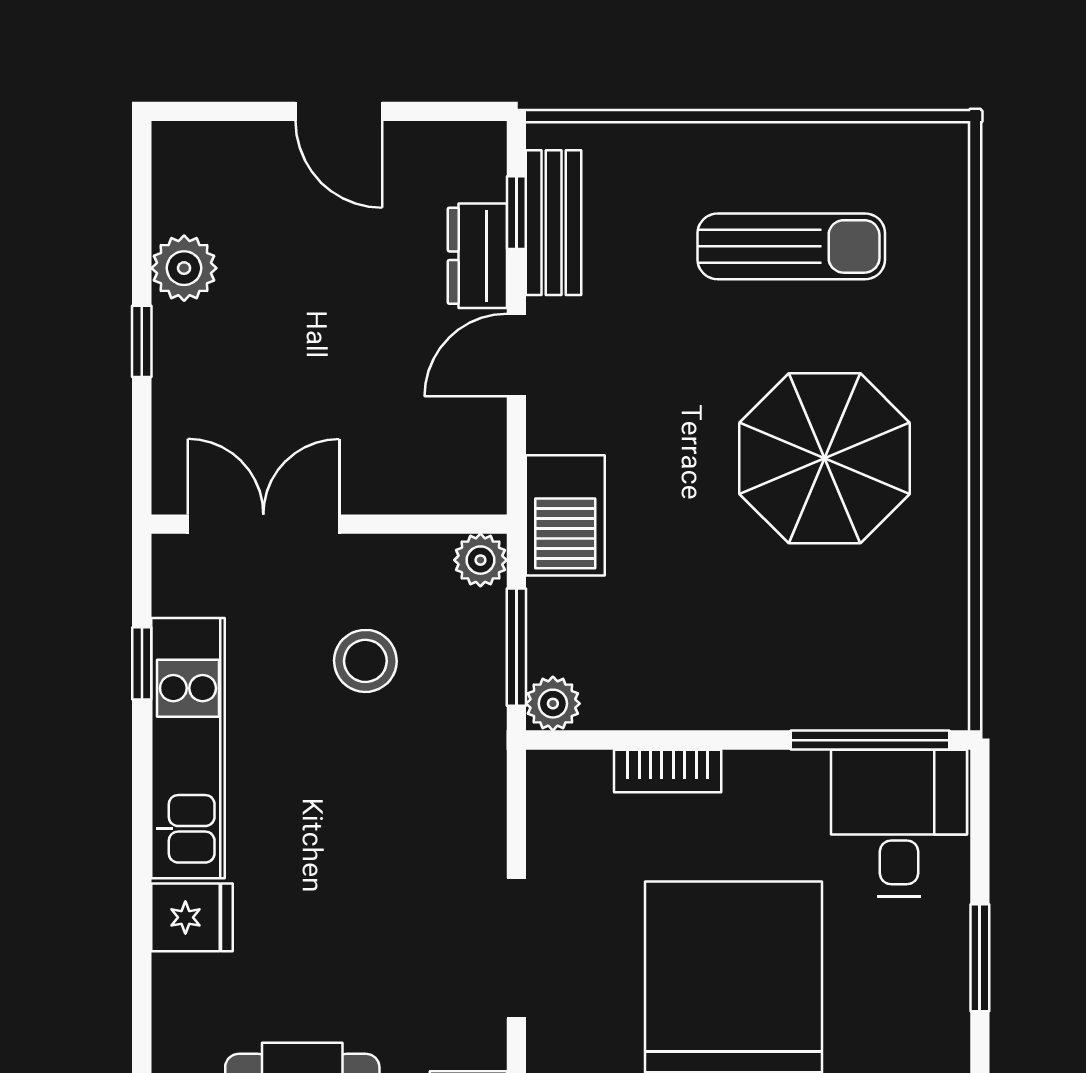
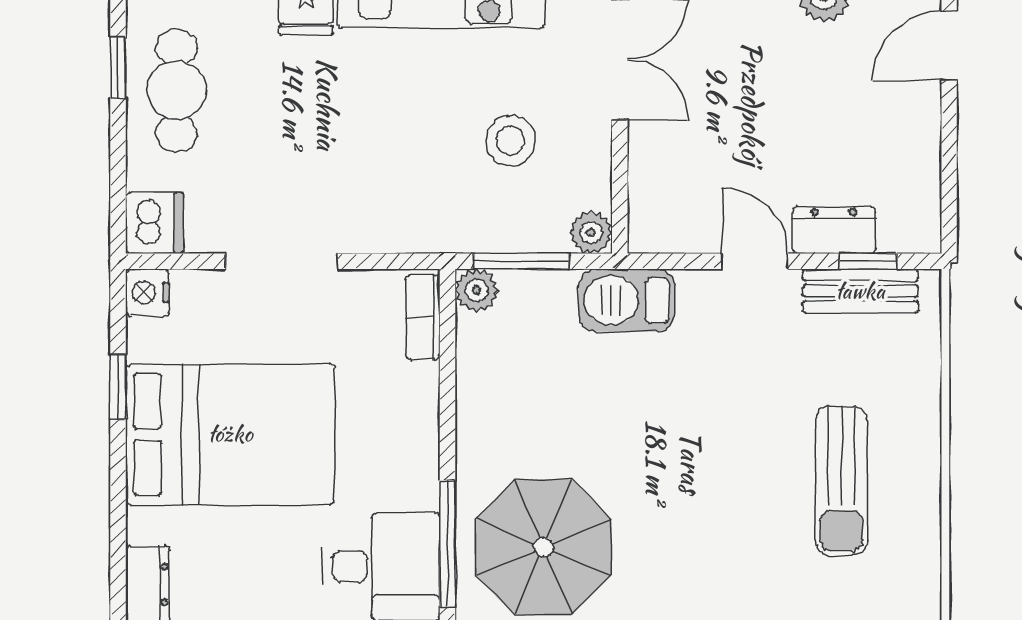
door: (339, 111) -> (949, 46), moved
parasol: (825, 458) -> (543, 547), moved
bookcase: (668, 771) -> (423, 317), moved

